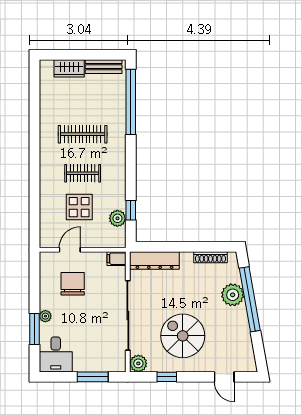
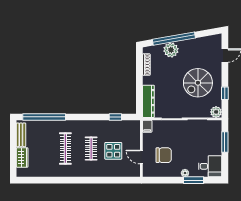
plant: (117, 218) -> (121, 126), removed
chair: (73, 284) -> (164, 155), turned 180

